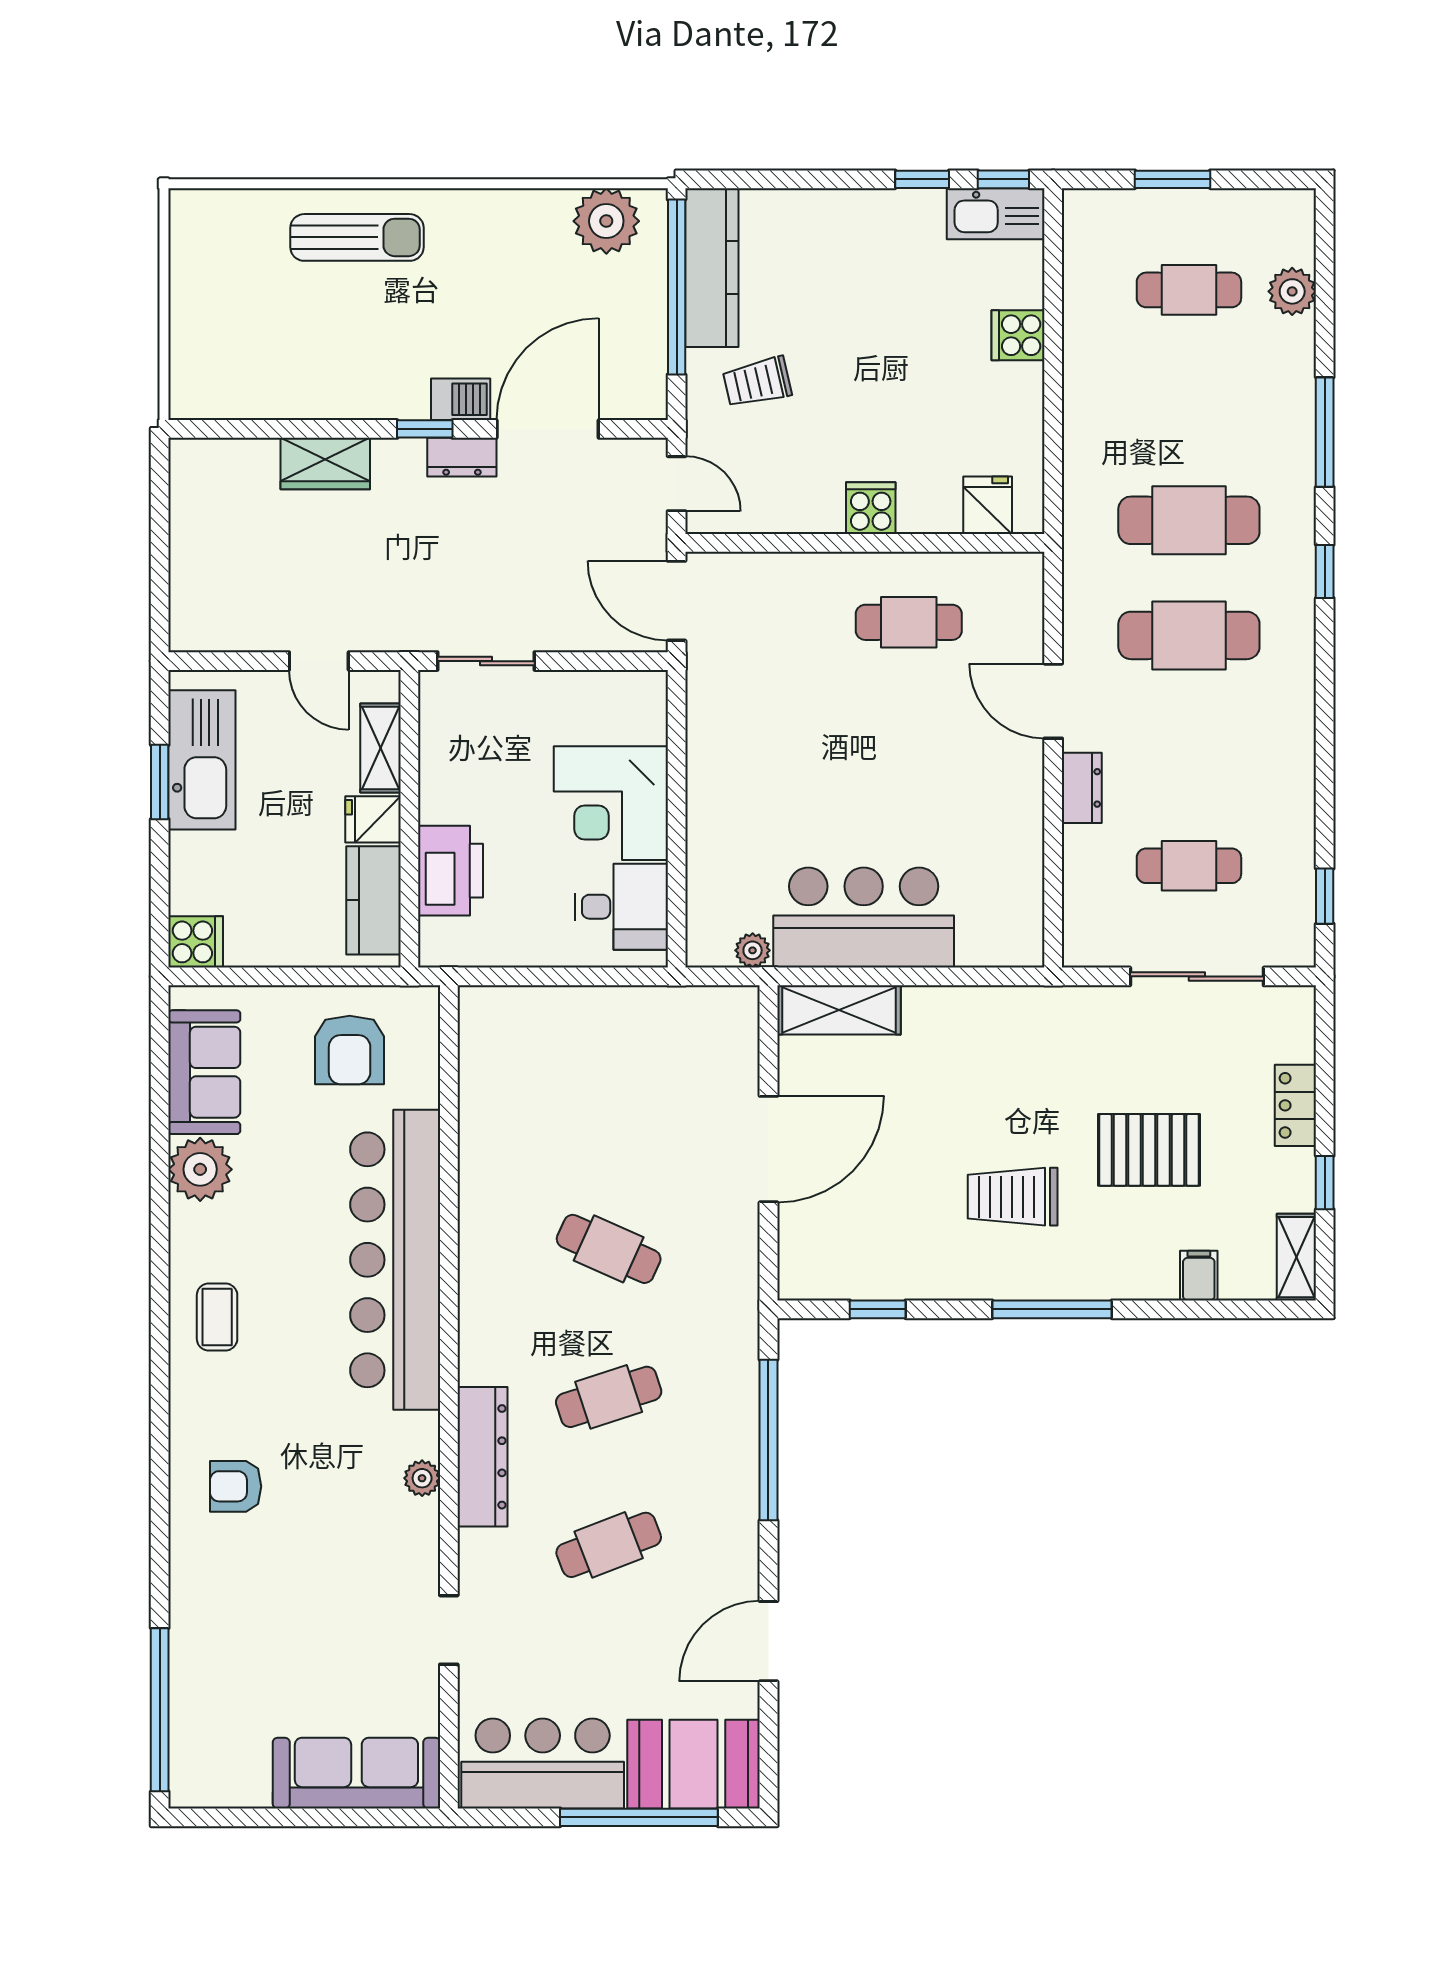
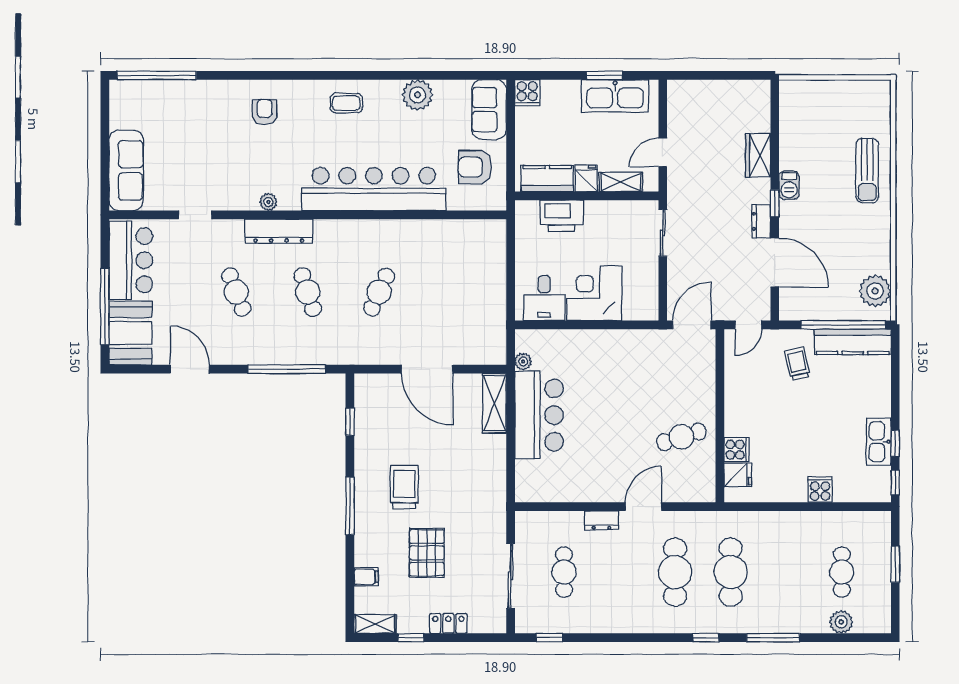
kitchen sink: (996, 214) -> (879, 442), moved
barbecue: (461, 399) -> (789, 185), moved
cooker: (871, 508) -> (737, 450), moved
cafe table: (909, 622) -> (681, 437), turned 73
sofa: (204, 1072) -> (489, 110), moved, turned 90

